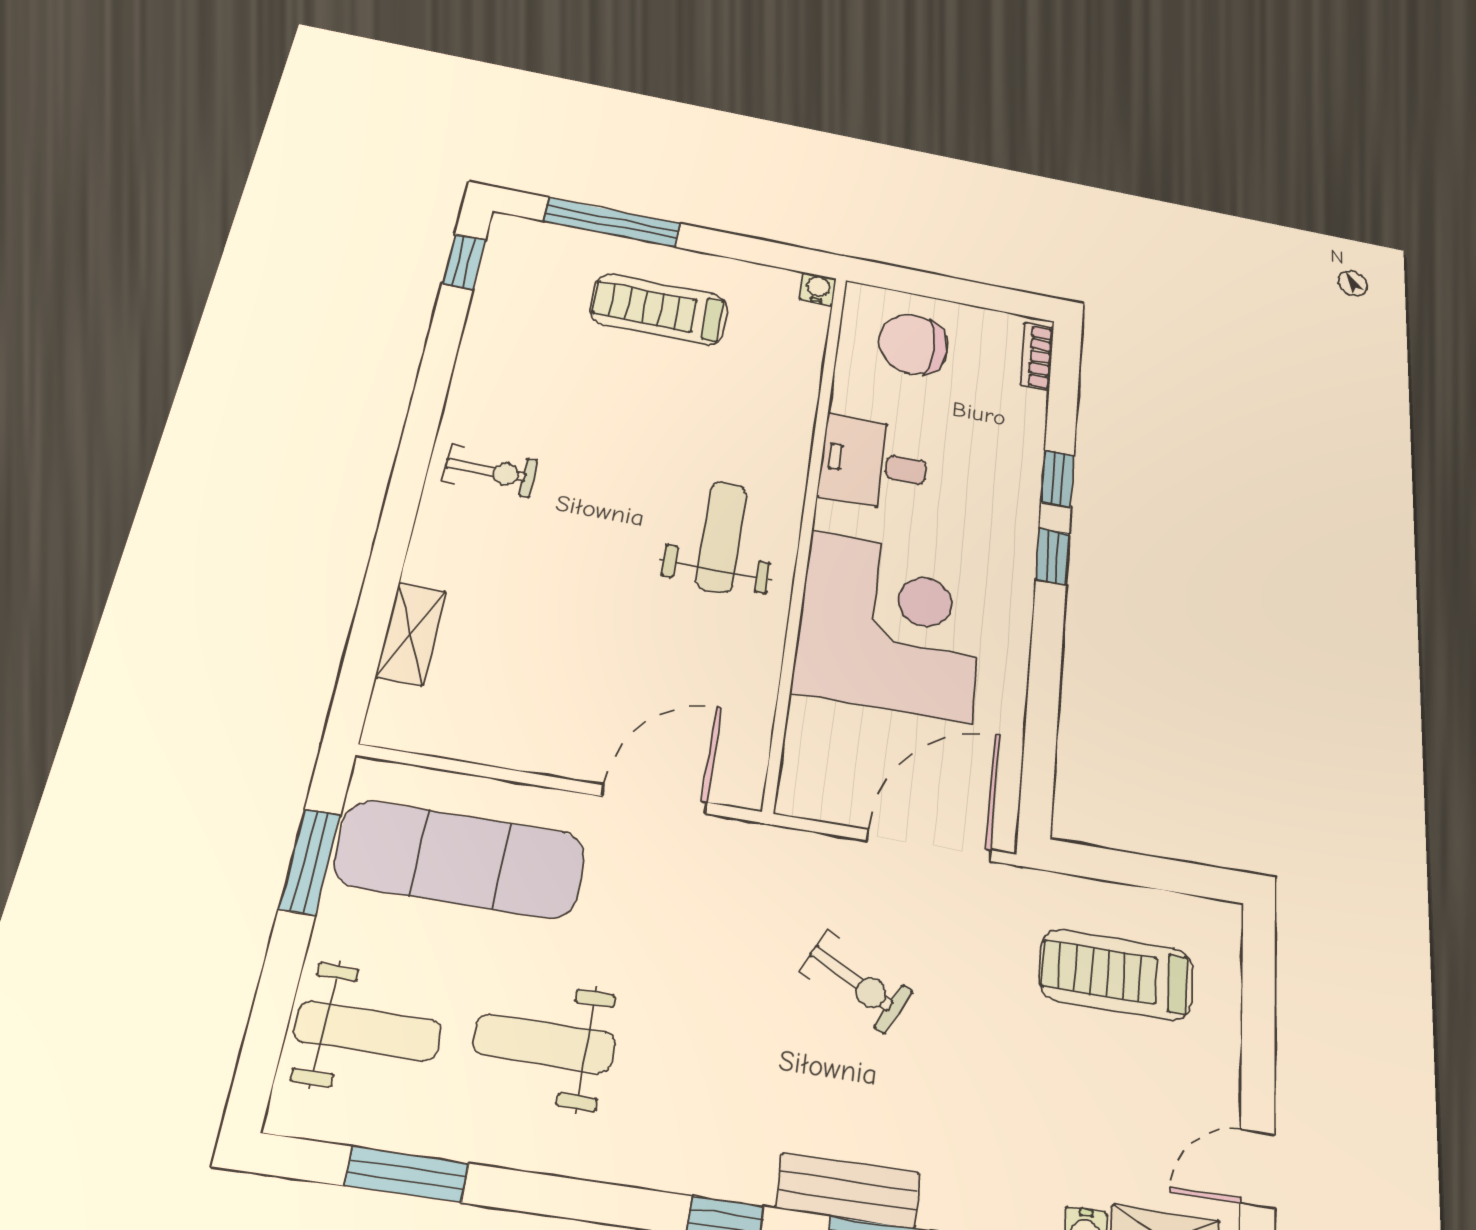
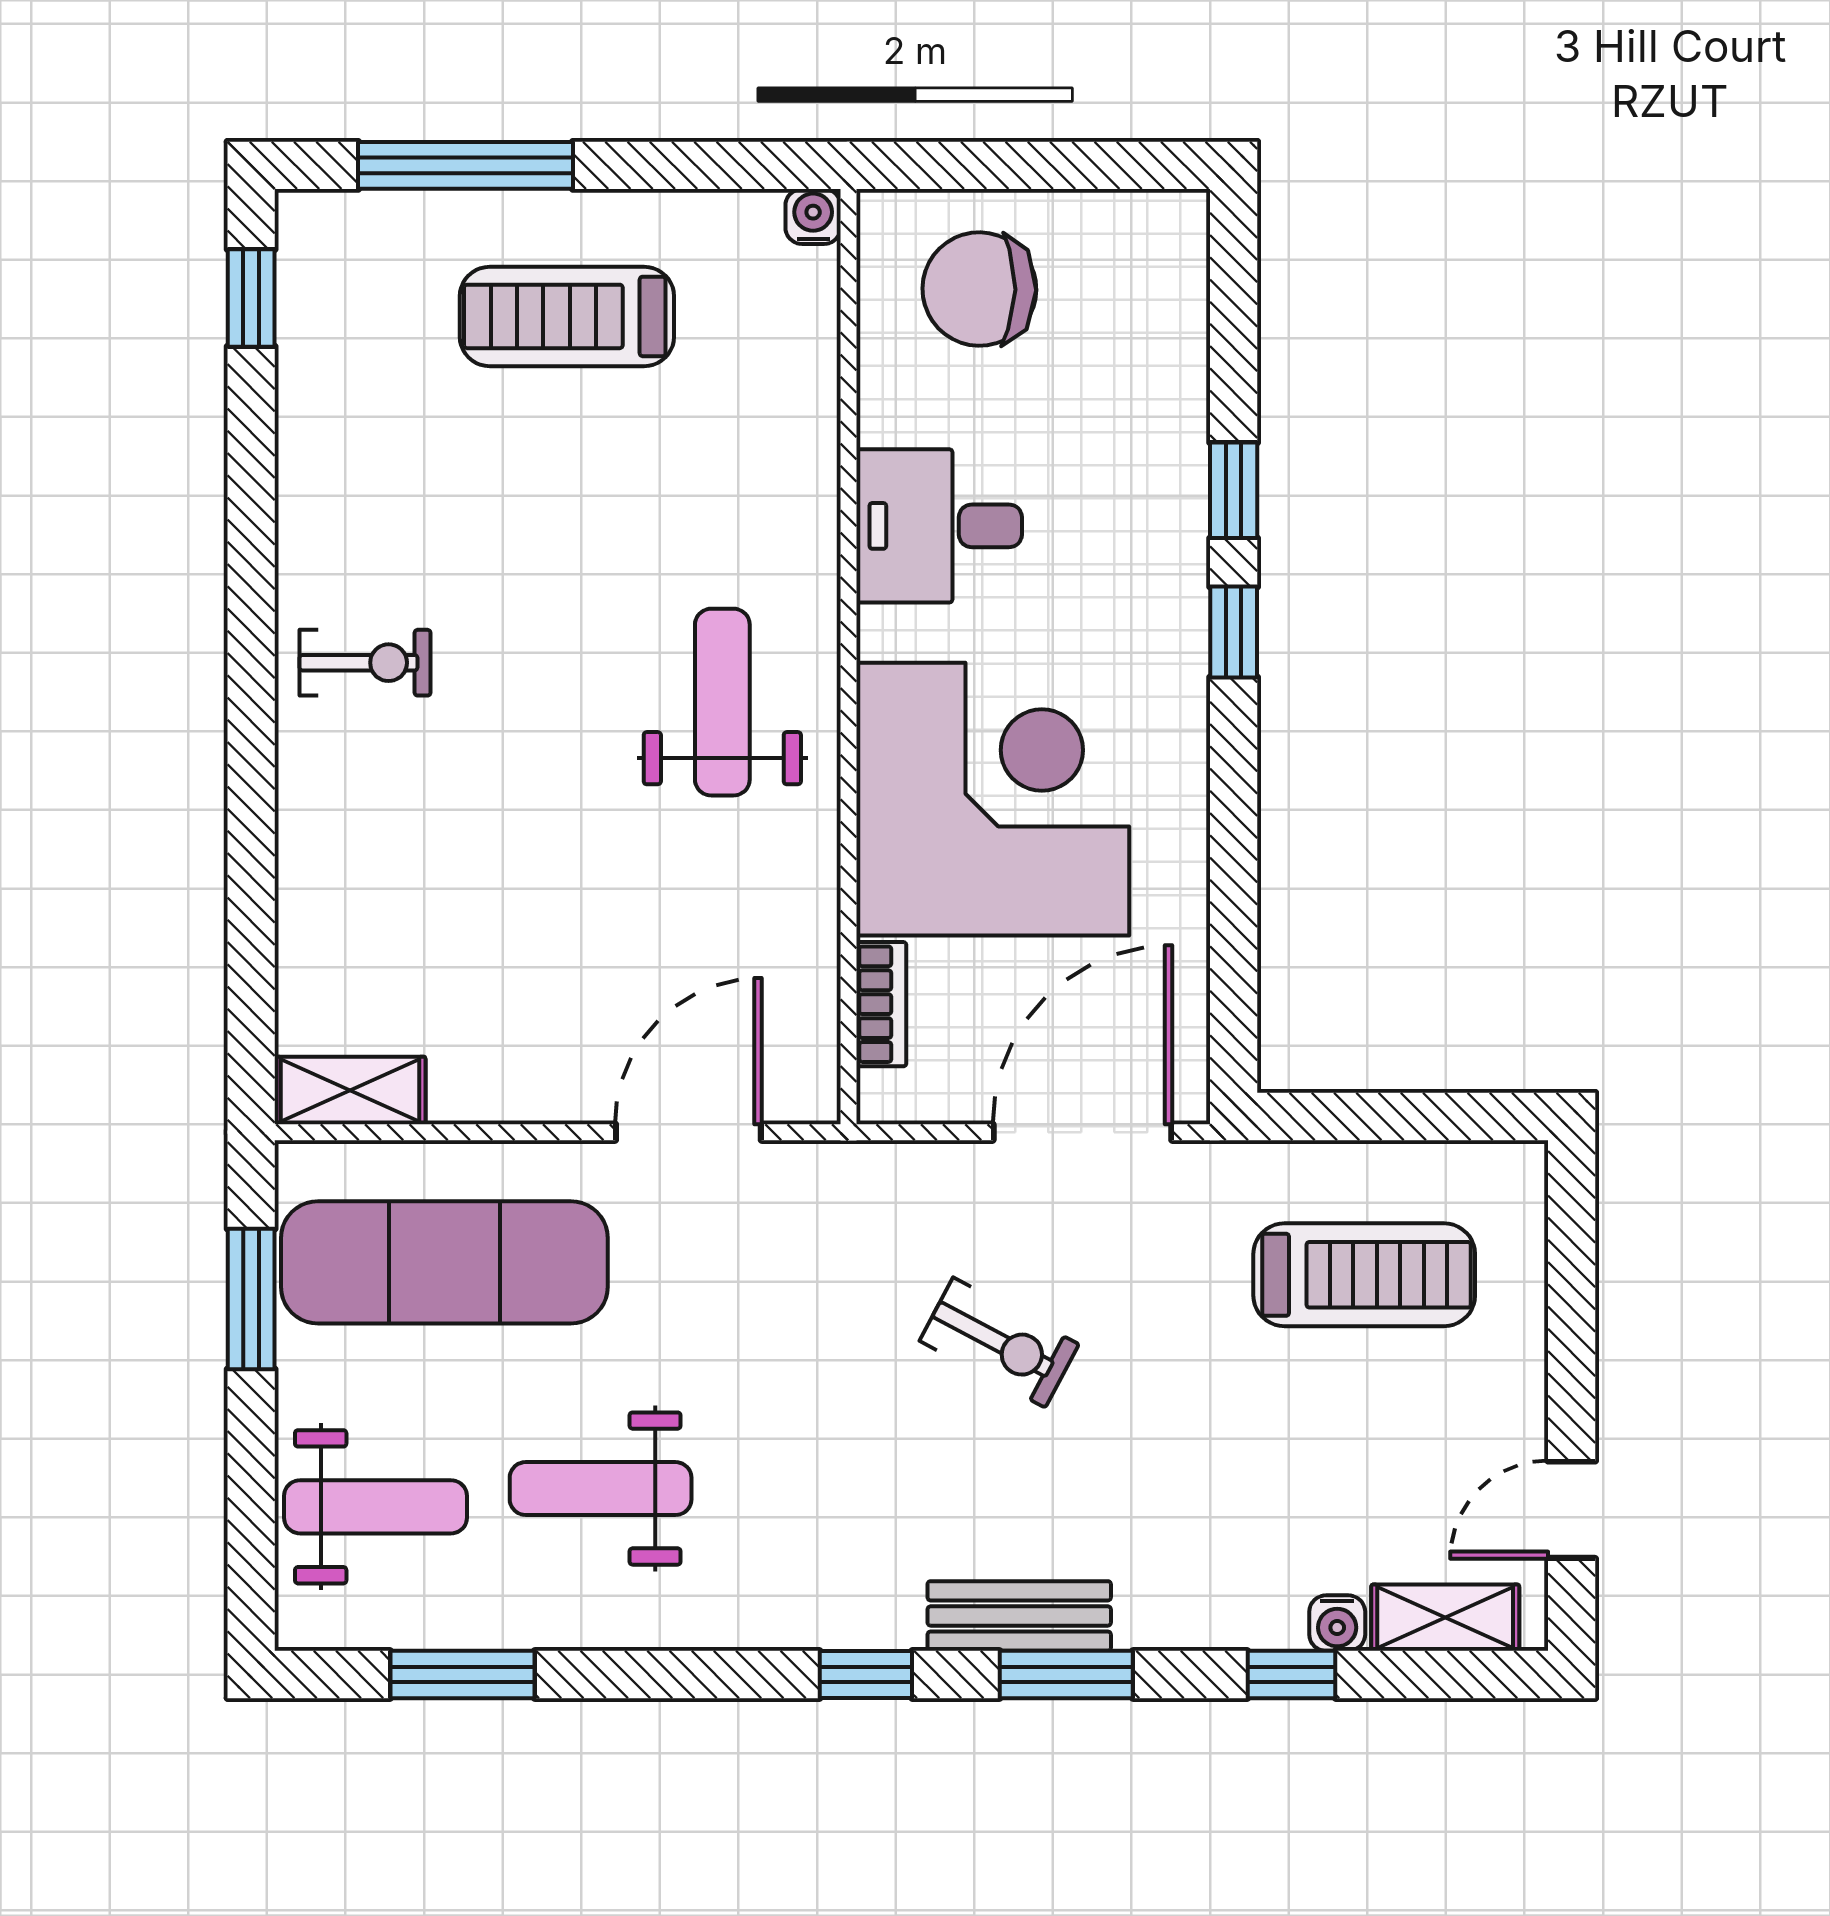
bookcase: (1037, 356) -> (881, 1004), moved, turned 180
shelving: (411, 634) -> (350, 1090), moved, turned 90
treadmill: (1116, 975) -> (1364, 1275), turned 180

